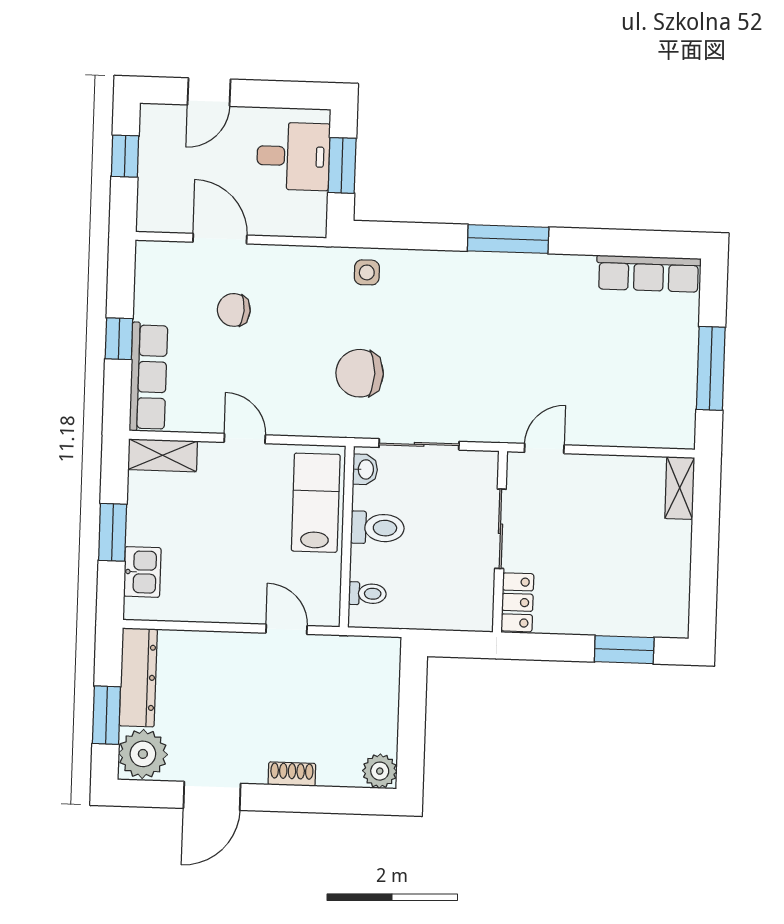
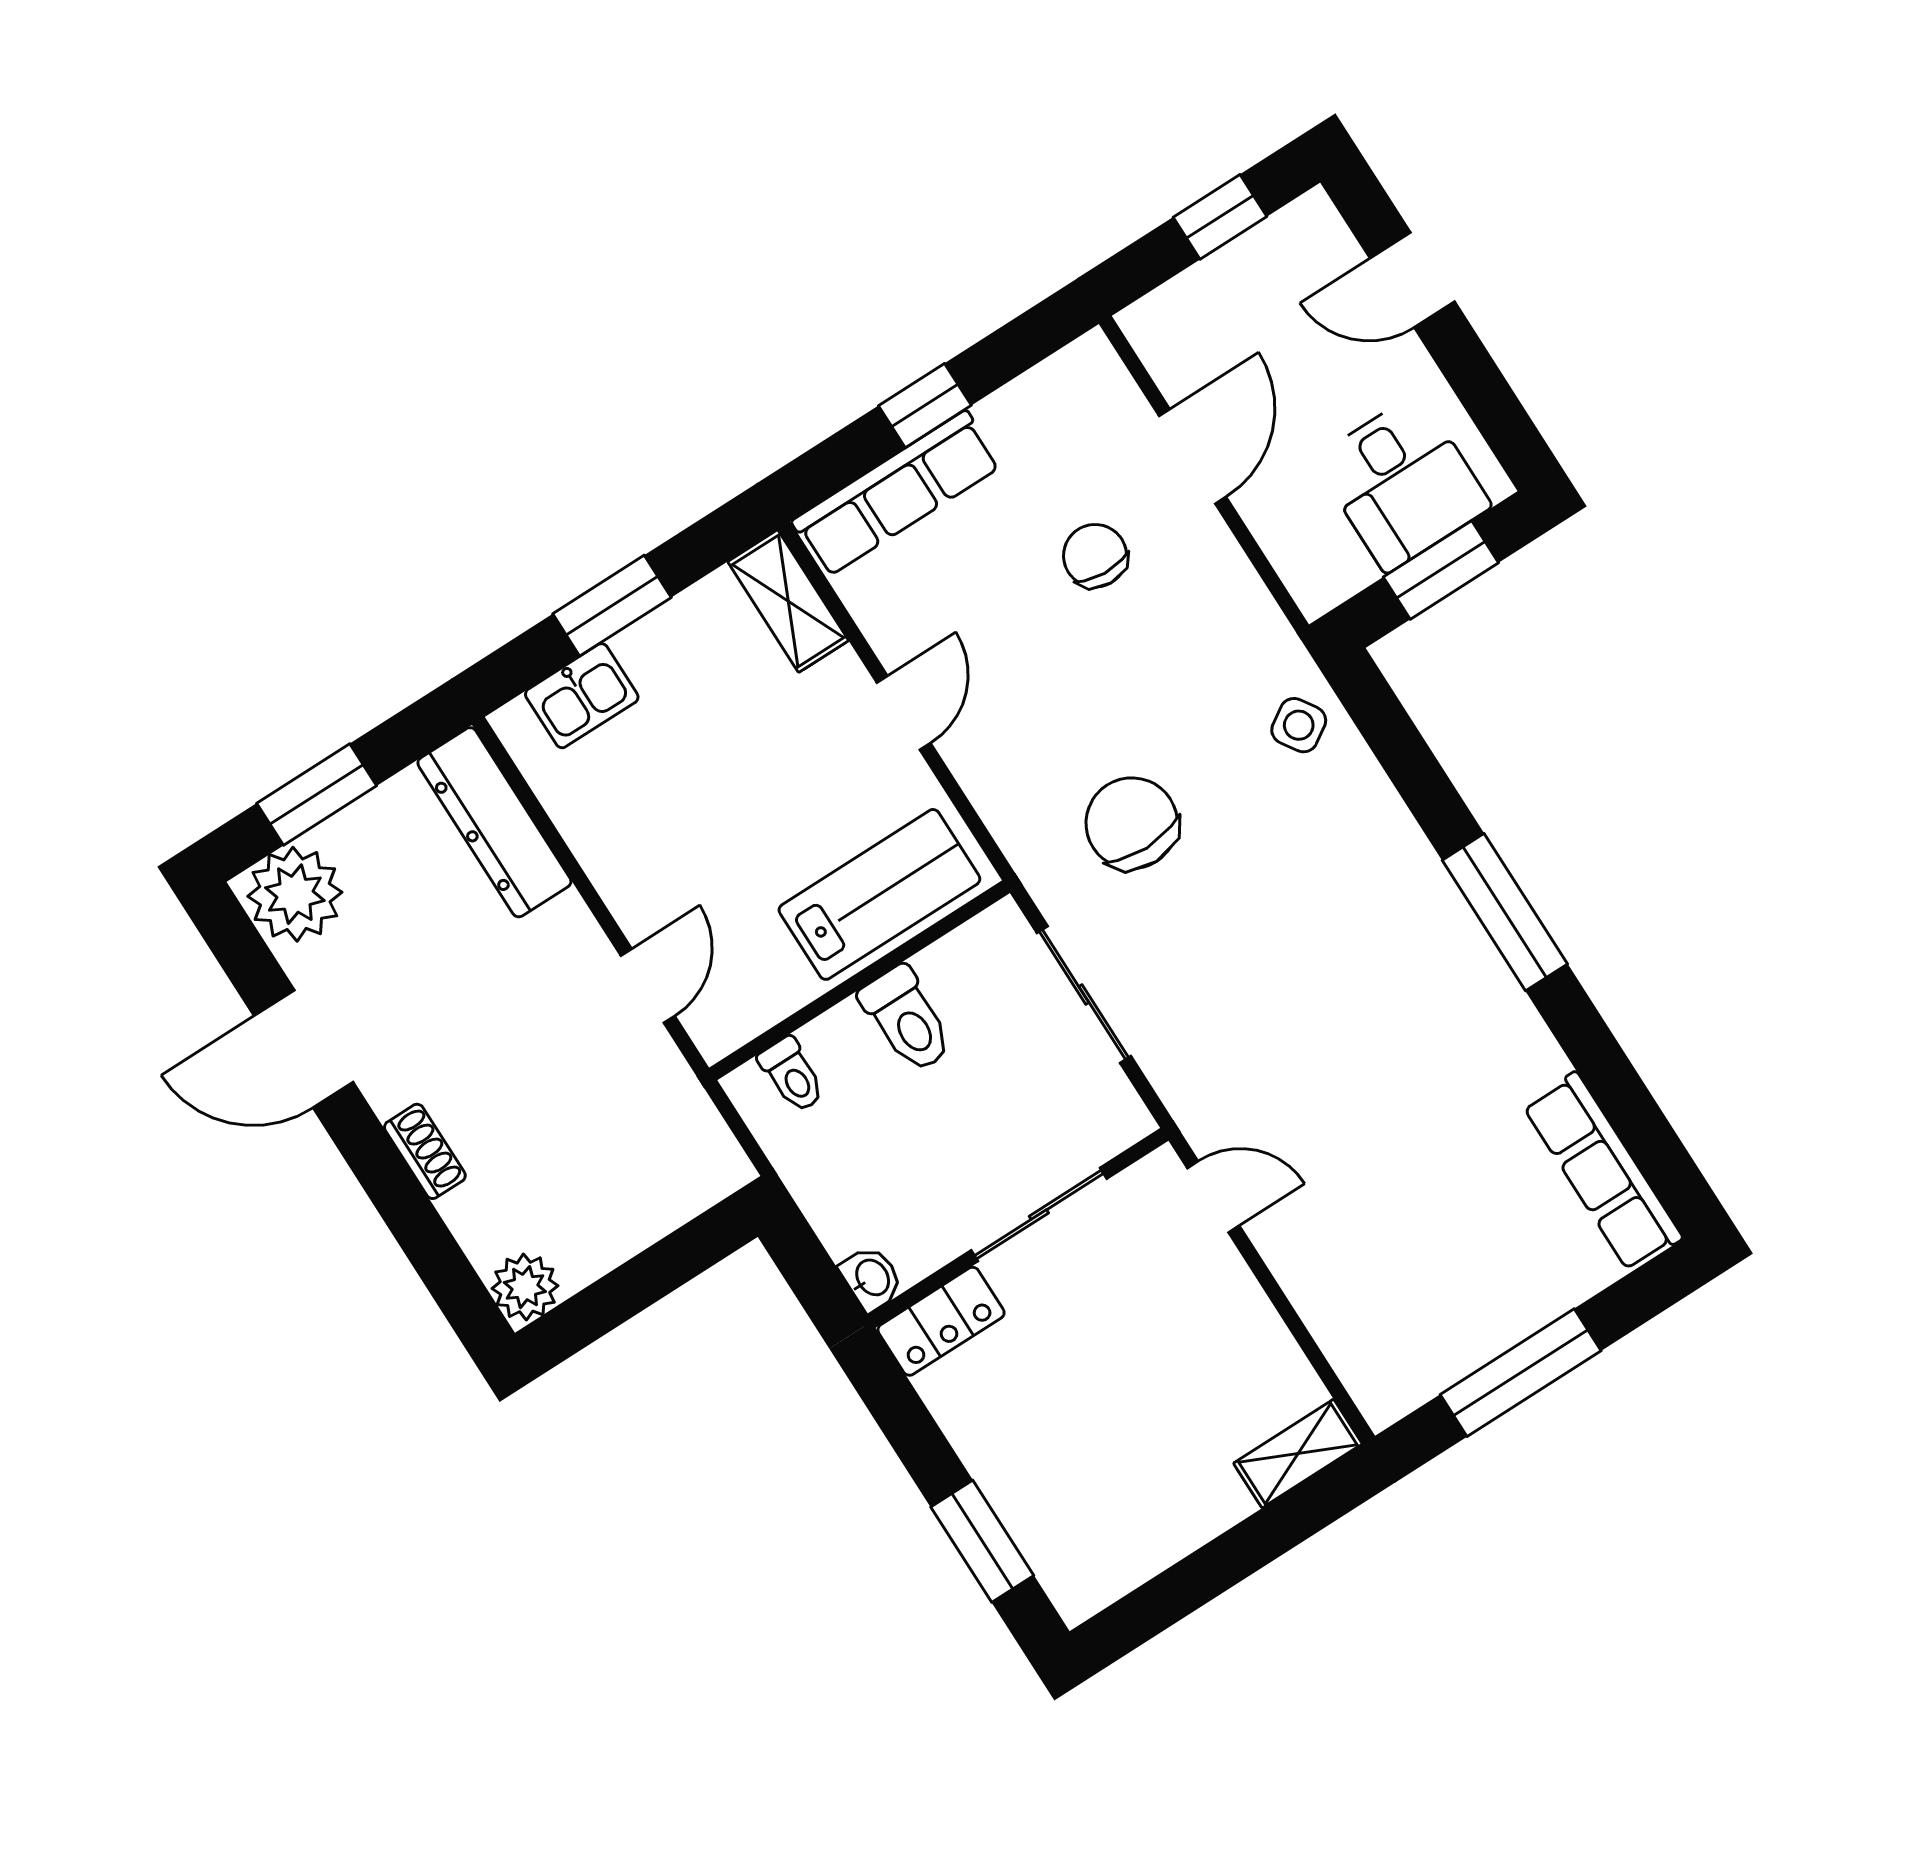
side table: (367, 272) -> (1299, 725), turned -33
washbasin: (365, 469) -> (872, 1278), moved, turned -90
dresser: (138, 677) -> (494, 822), moved, turned 90

